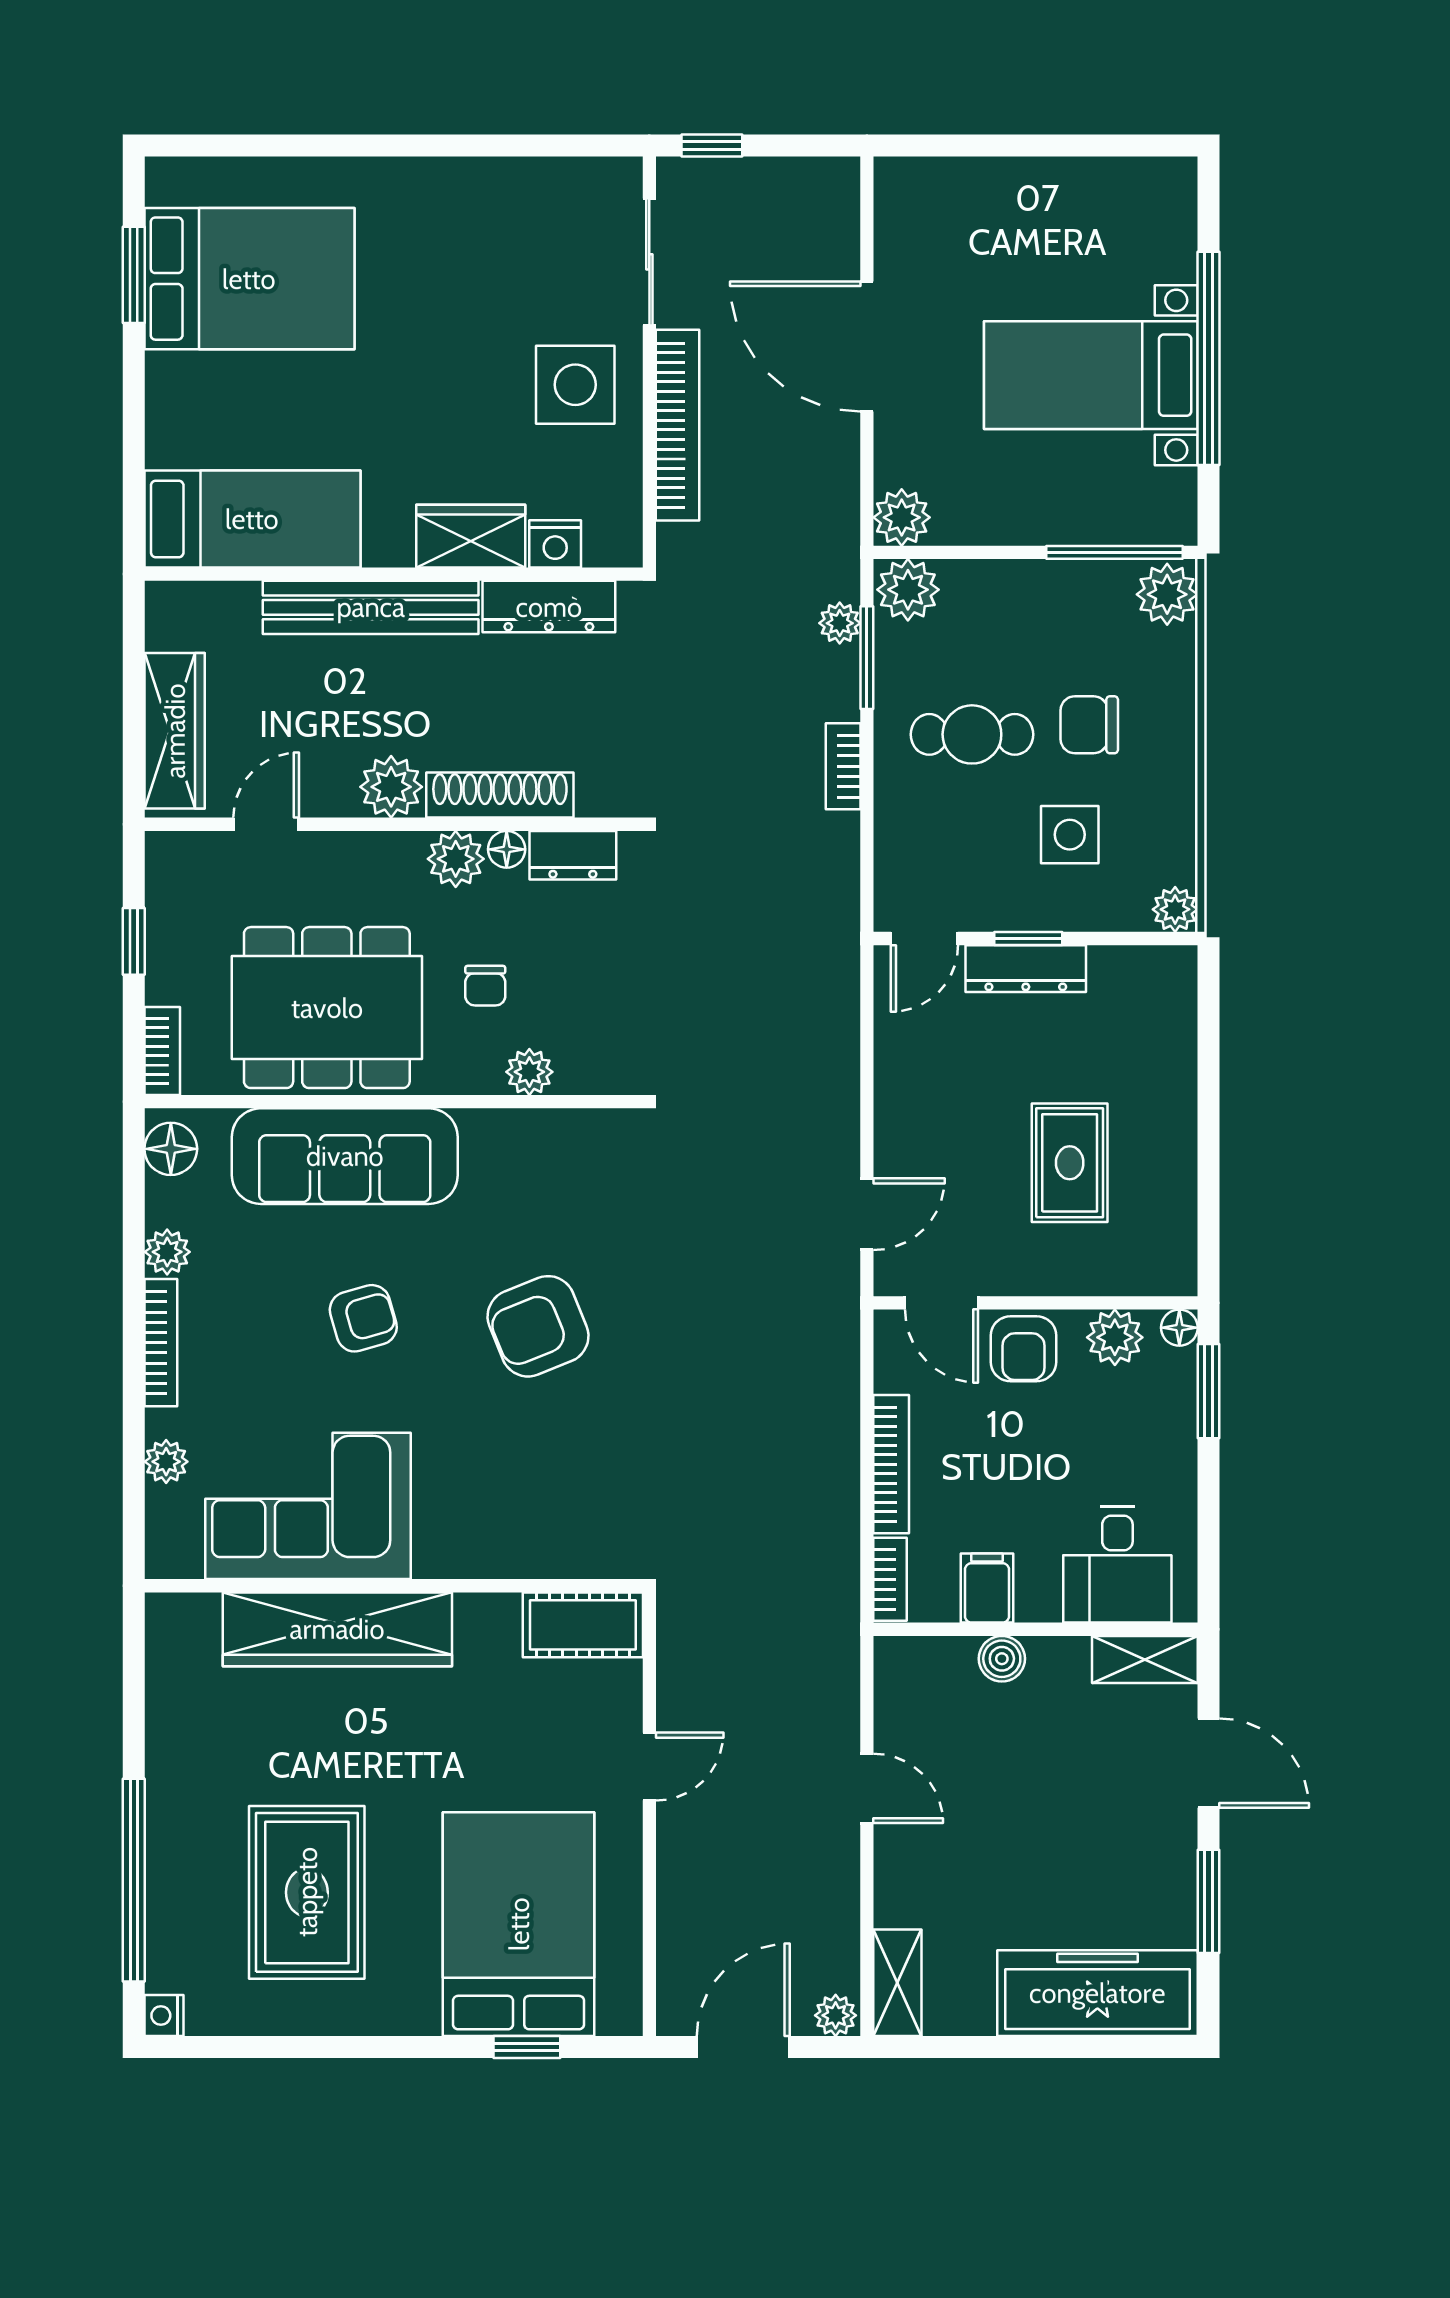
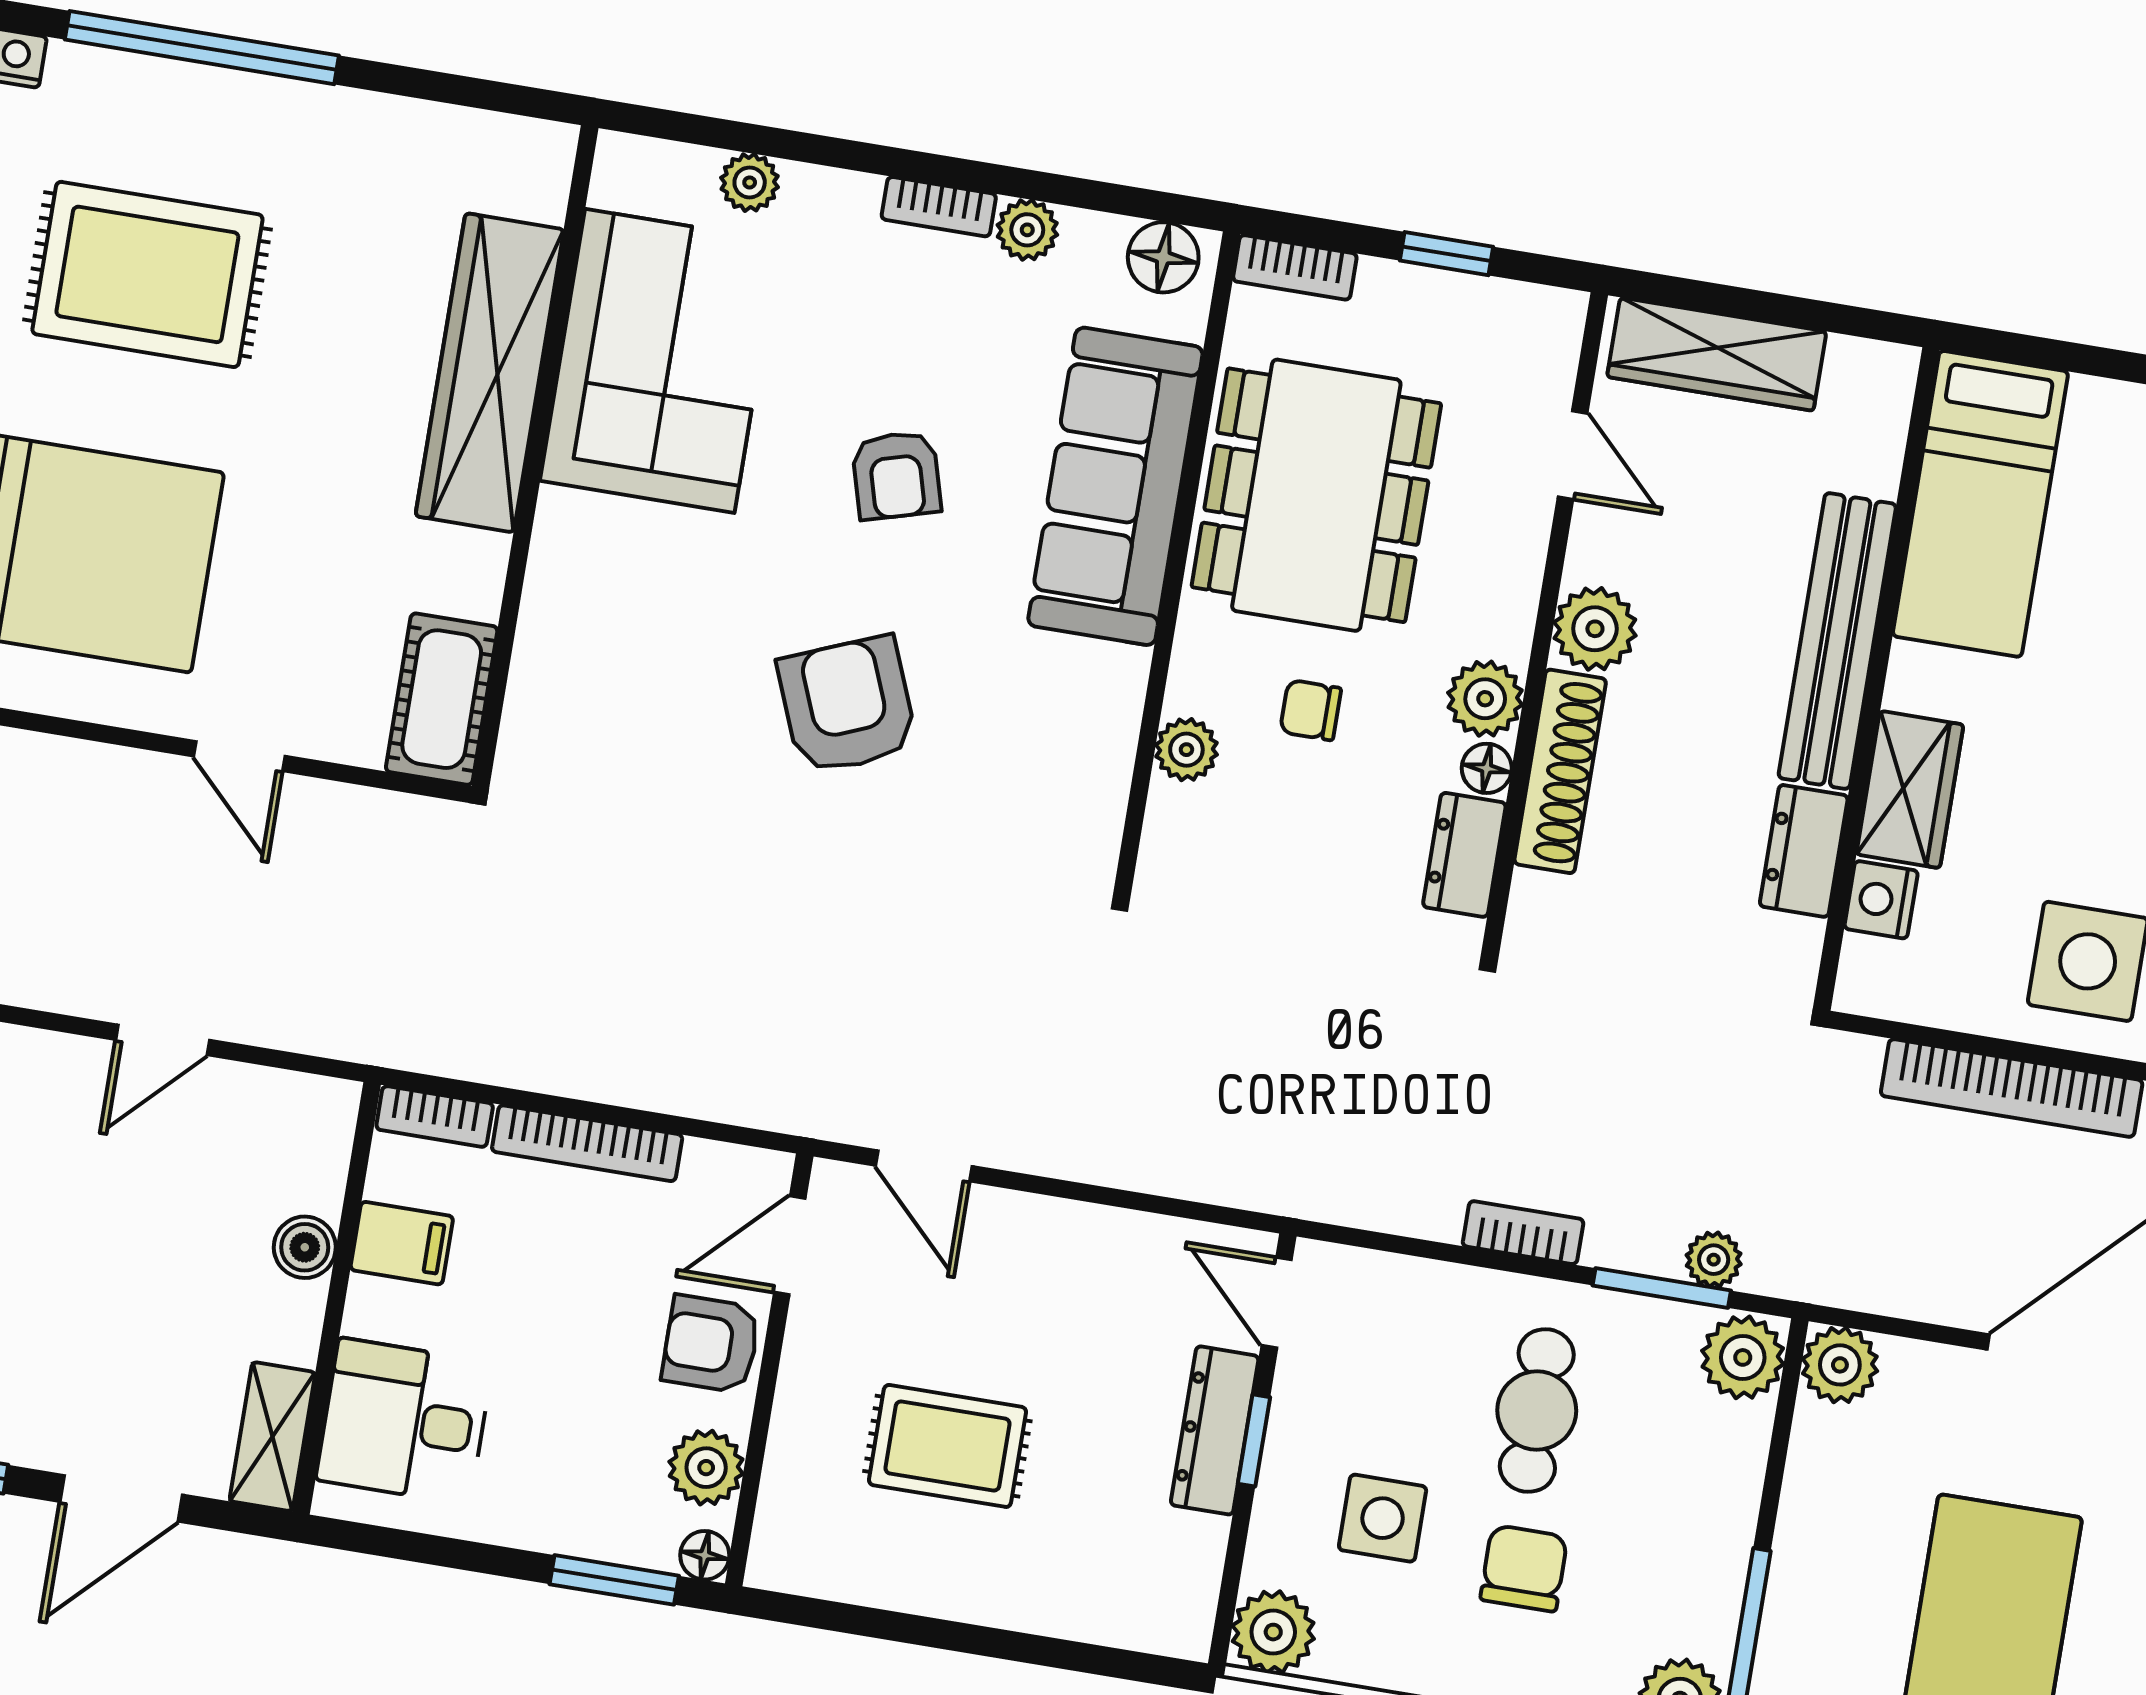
dresser: (549, 607) -> (1804, 851), width x0.70
plant: (1175, 909) -> (1273, 1632), width x1.38, depth x1.38
bookcase: (161, 1343) -> (939, 207), width x0.64

